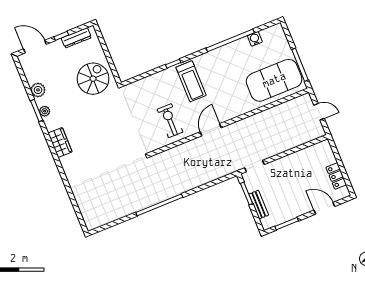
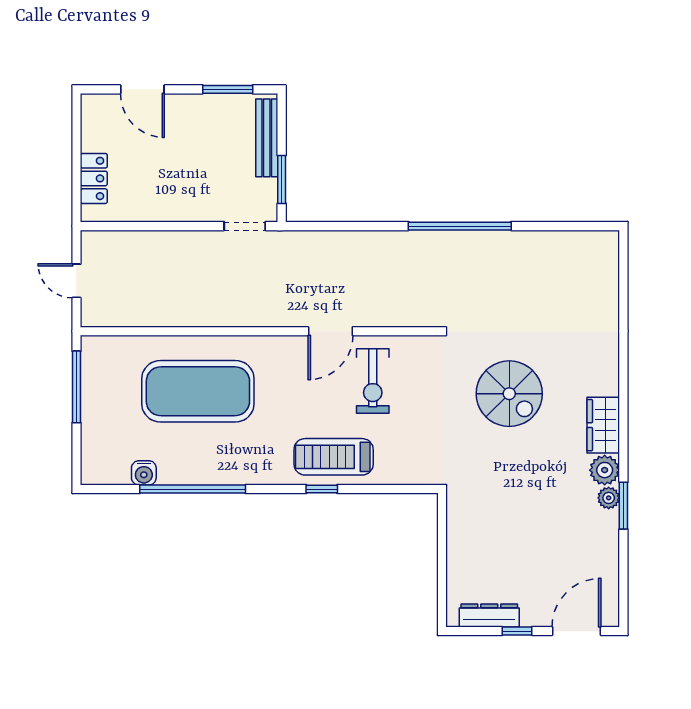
door: (35, 47) -> (576, 631), swing flipped
spiral stairs: (93, 79) -> (509, 394), moved, turned -90
exercise mat: (274, 80) -> (198, 391), moved
treadmill: (191, 81) -> (334, 457), moved, turned -90
plant: (38, 90) -> (605, 470), moved
door: (211, 130) -> (330, 331), moved
locker: (336, 176) -> (94, 178), moved
bench: (259, 205) -> (267, 138), width x1.36

